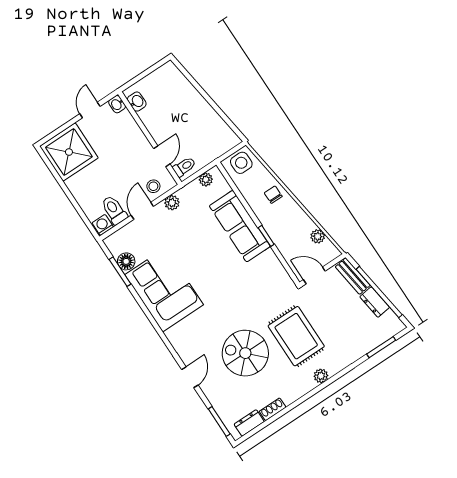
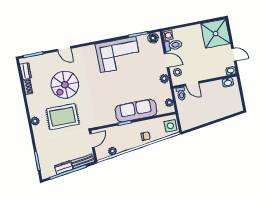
floor lamp: (126, 261) -> (153, 38), moved
spiral stairs: (245, 353) -> (65, 85), turned 180

